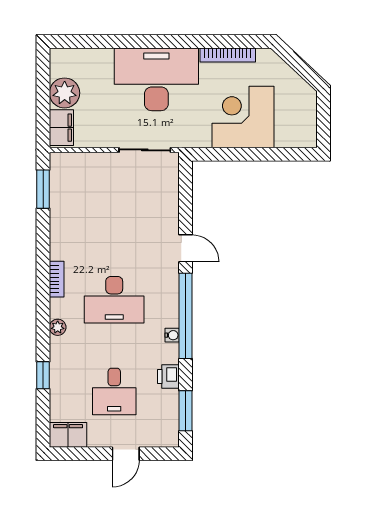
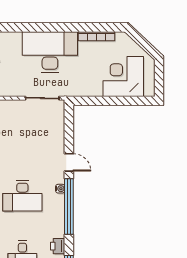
corner desk: (243, 117) -> (123, 77), moved
water cooler: (172, 335) -> (60, 189), moved

